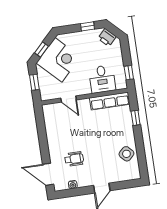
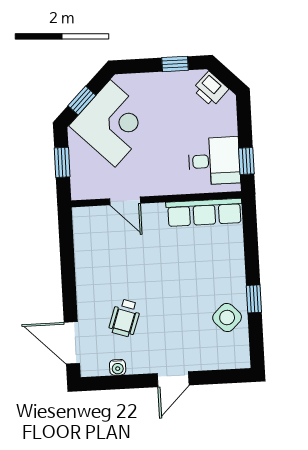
desk: (102, 79) -> (214, 161), moved, turned -90
window: (136, 118) -> (254, 299), moved
wheelchair: (74, 159) -> (125, 318), turned 109

